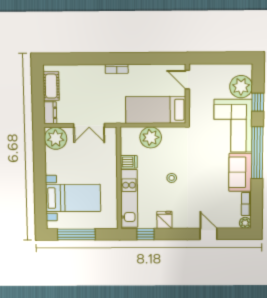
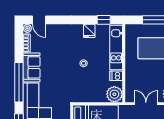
plant: (151, 137) -> (114, 94), moved
door: (208, 234) -> (39, 20), moved

